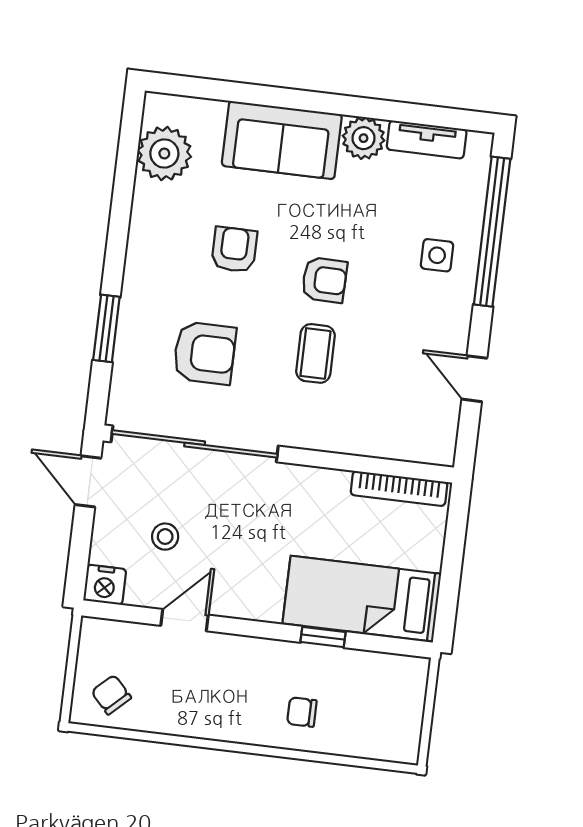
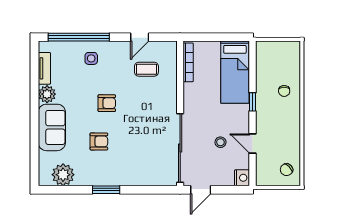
armchair: (234, 250) -> (99, 141), turned 180
armchair: (324, 280) -> (107, 103), turned 89
window: (106, 328) -> (106, 190), moved
armchair: (205, 353) -> (143, 148), removed
coffee table: (315, 353) -> (146, 69), moved
stool: (165, 537) -> (220, 142), moved
window: (323, 637) -> (253, 102), moved

